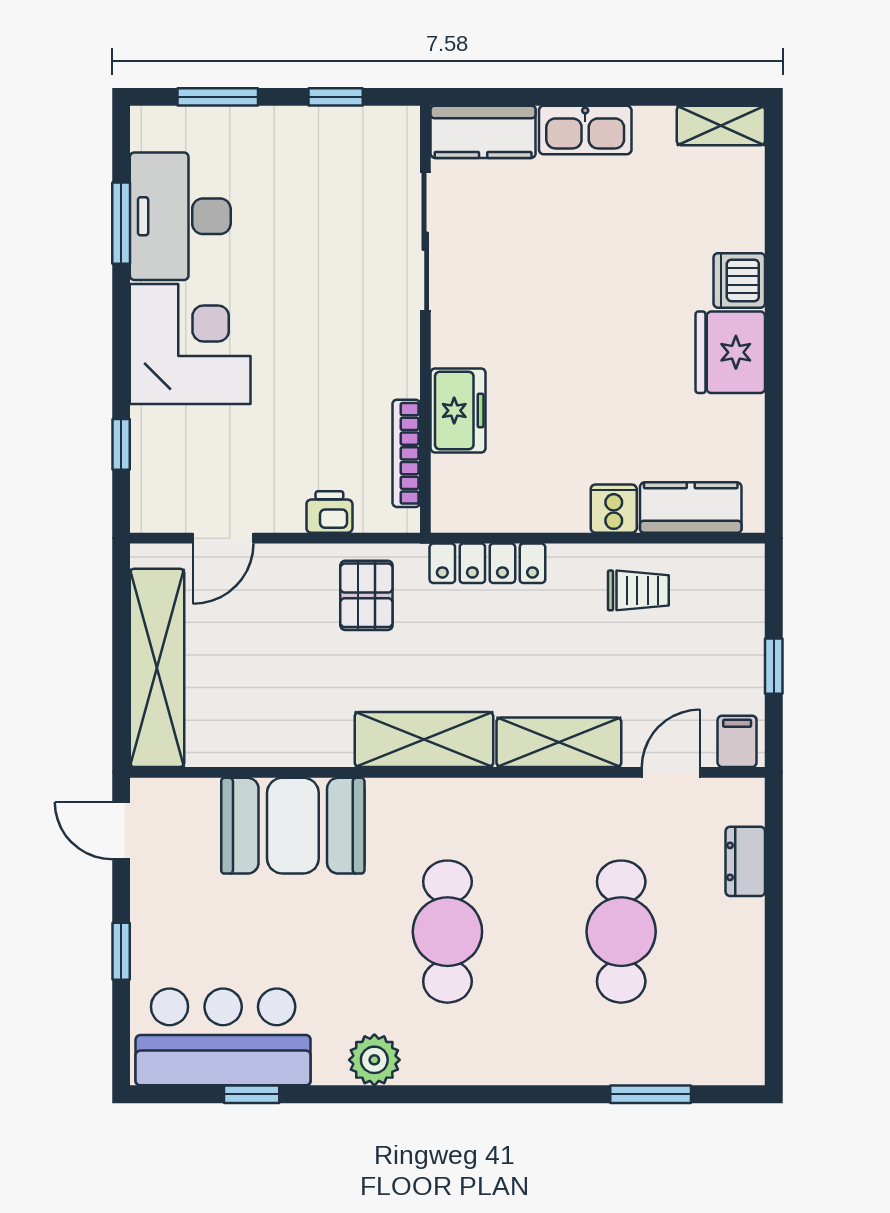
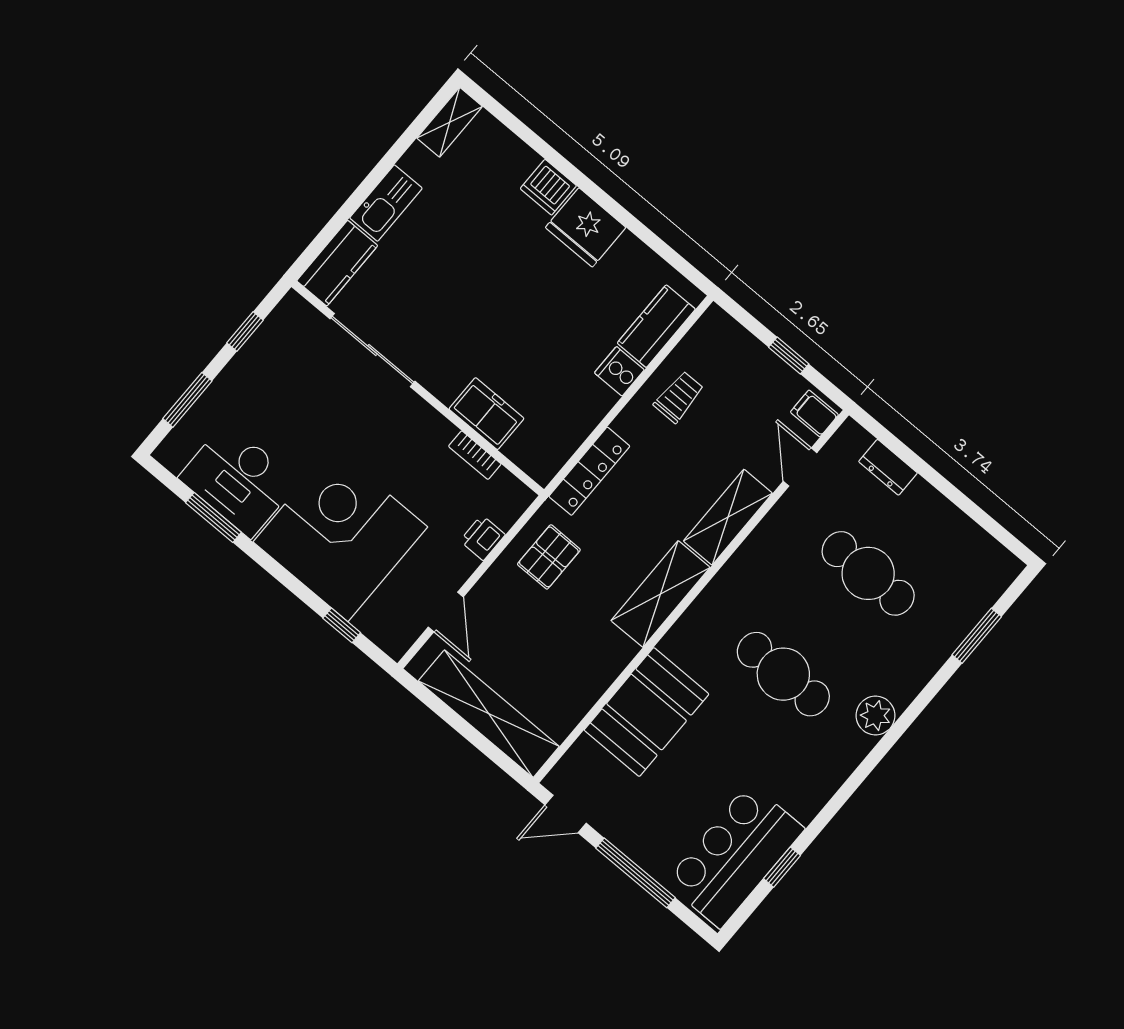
corner desk: (190, 344) -> (340, 534), width x1.36, depth x1.36
bookcase: (406, 453) -> (475, 455), width x0.64
pallet: (366, 595) -> (549, 557), turned 90
window: (121, 951) -> (636, 873), width x2.17
plant: (374, 1060) -> (876, 716), moved

